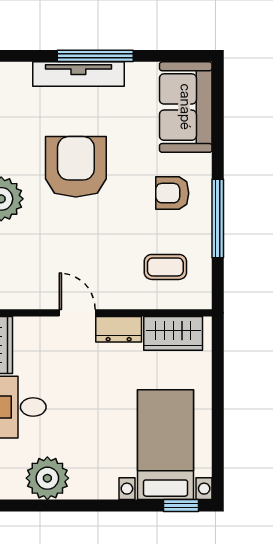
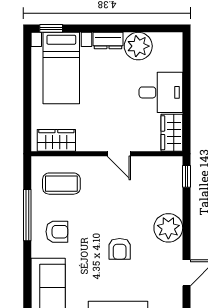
armchair: (76, 167) -> (120, 249), width x0.53, depth x0.53
coffee table: (165, 267) -> (61, 184), width x1.36, depth x1.30
dresser: (119, 329) -> (108, 41), moved, turned 180

